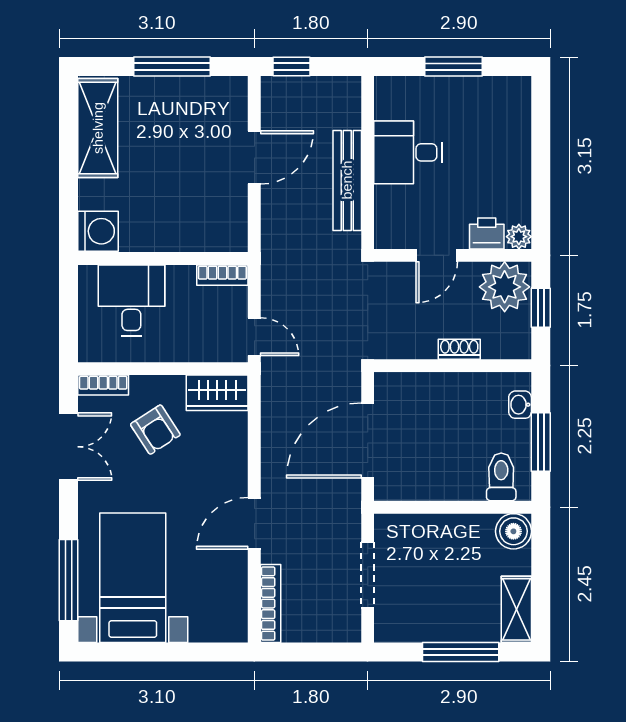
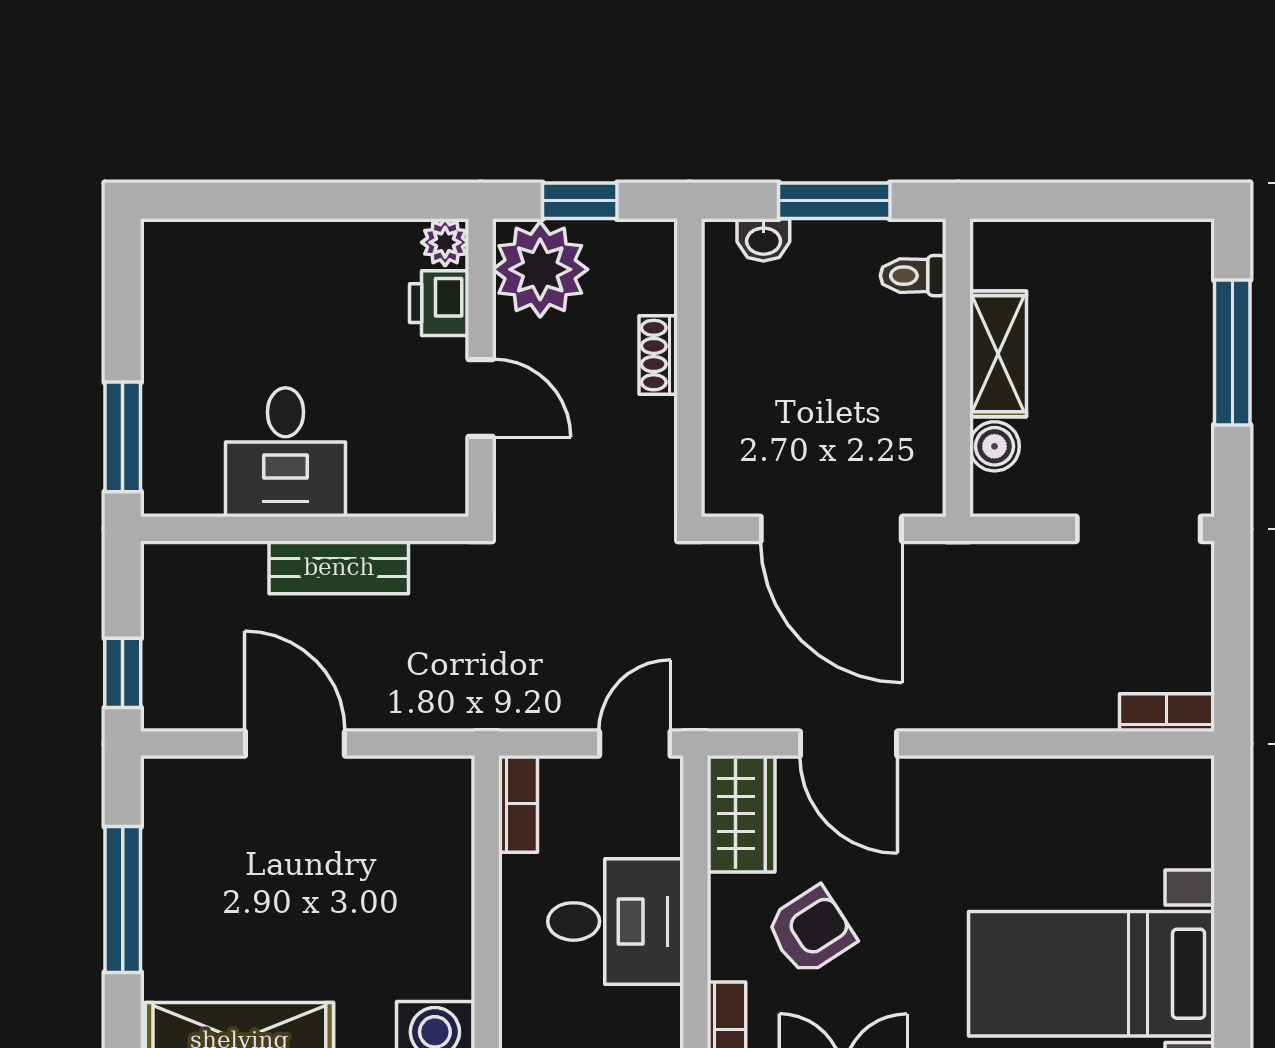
window: (453, 66) -> (123, 437), moved
bench: (347, 180) -> (339, 567), width x0.73
desk: (131, 301) -> (616, 921), moved, turned 180
toilet: (501, 477) -> (913, 276), width x0.73, depth x0.72
door: (254, 523) -> (849, 744), moved
boiler: (513, 531) -> (994, 446), moved, width x0.73, depth x0.73
doorway: (368, 575) -> (1139, 529), moved
bookcase: (271, 604) -> (1167, 713), width x0.64
shelving: (516, 609) -> (998, 354), moved, turned 90

